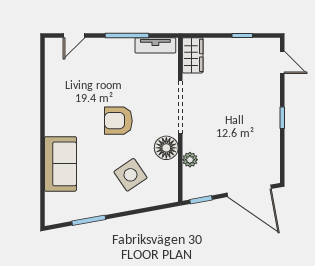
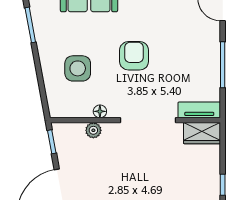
tv unit: (155, 45) -> (199, 110), moved, turned 90
floor lamp: (166, 148) -> (100, 111), width x0.53, depth x0.53
side table: (130, 175) -> (78, 68), turned 34

